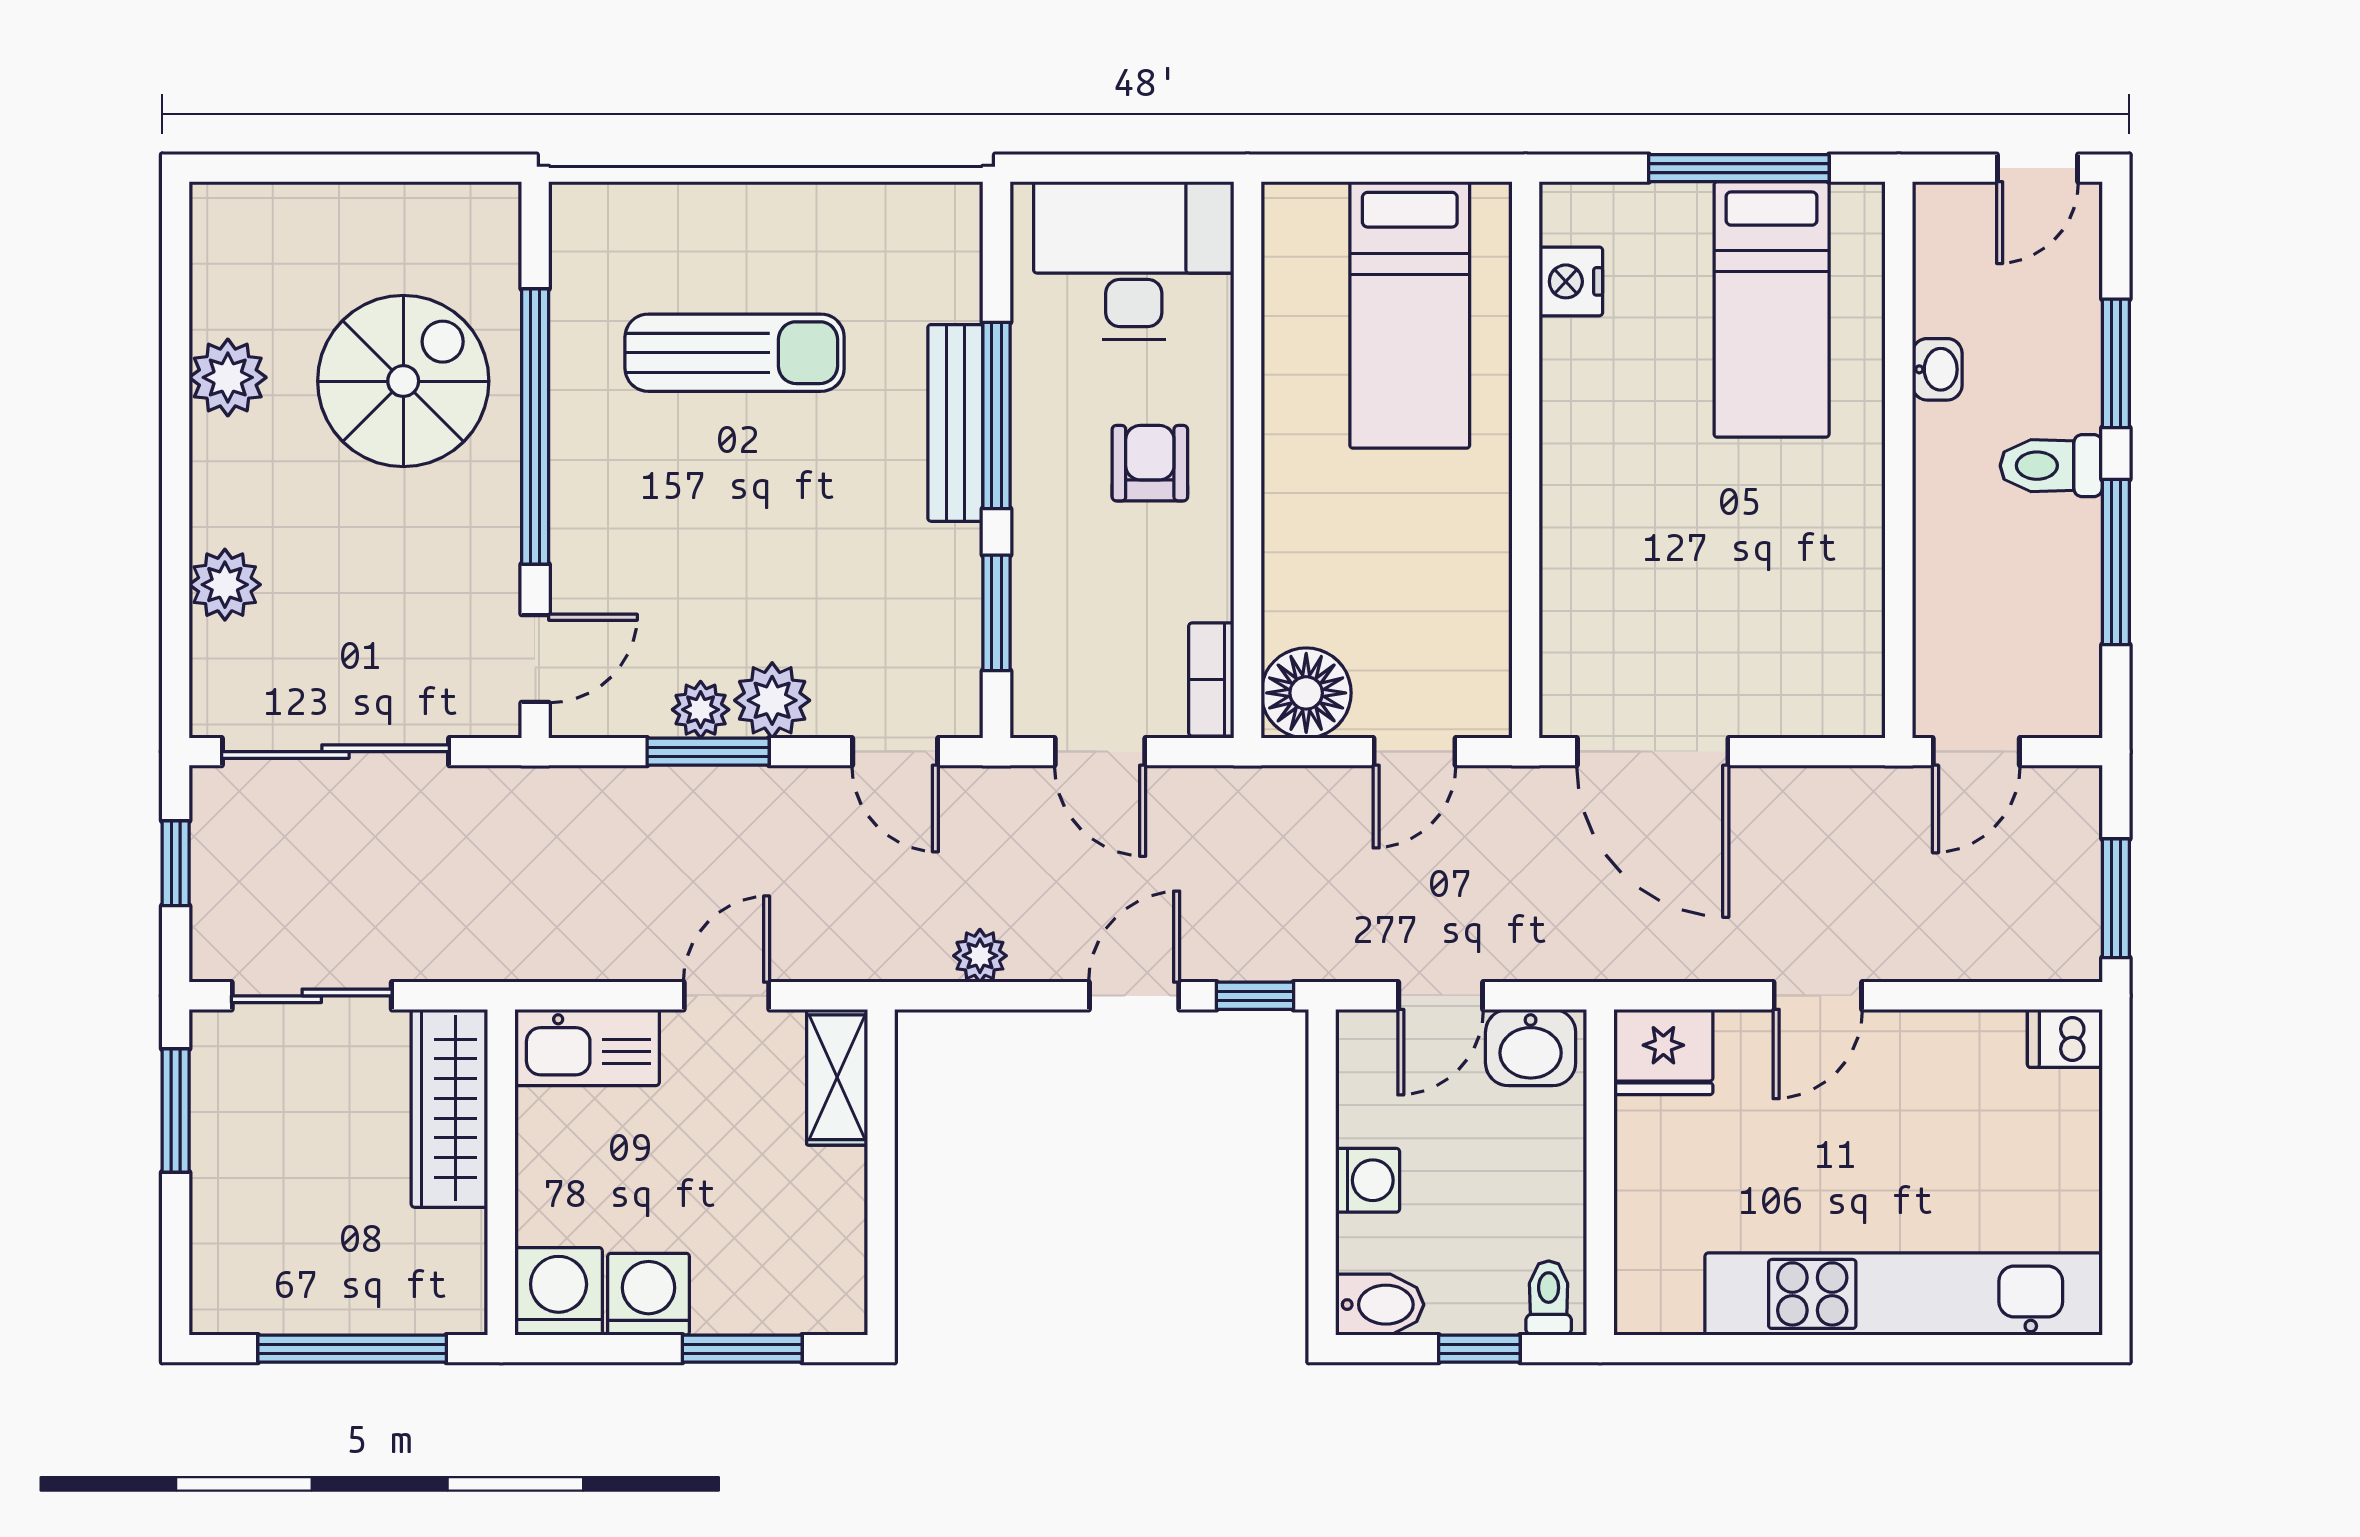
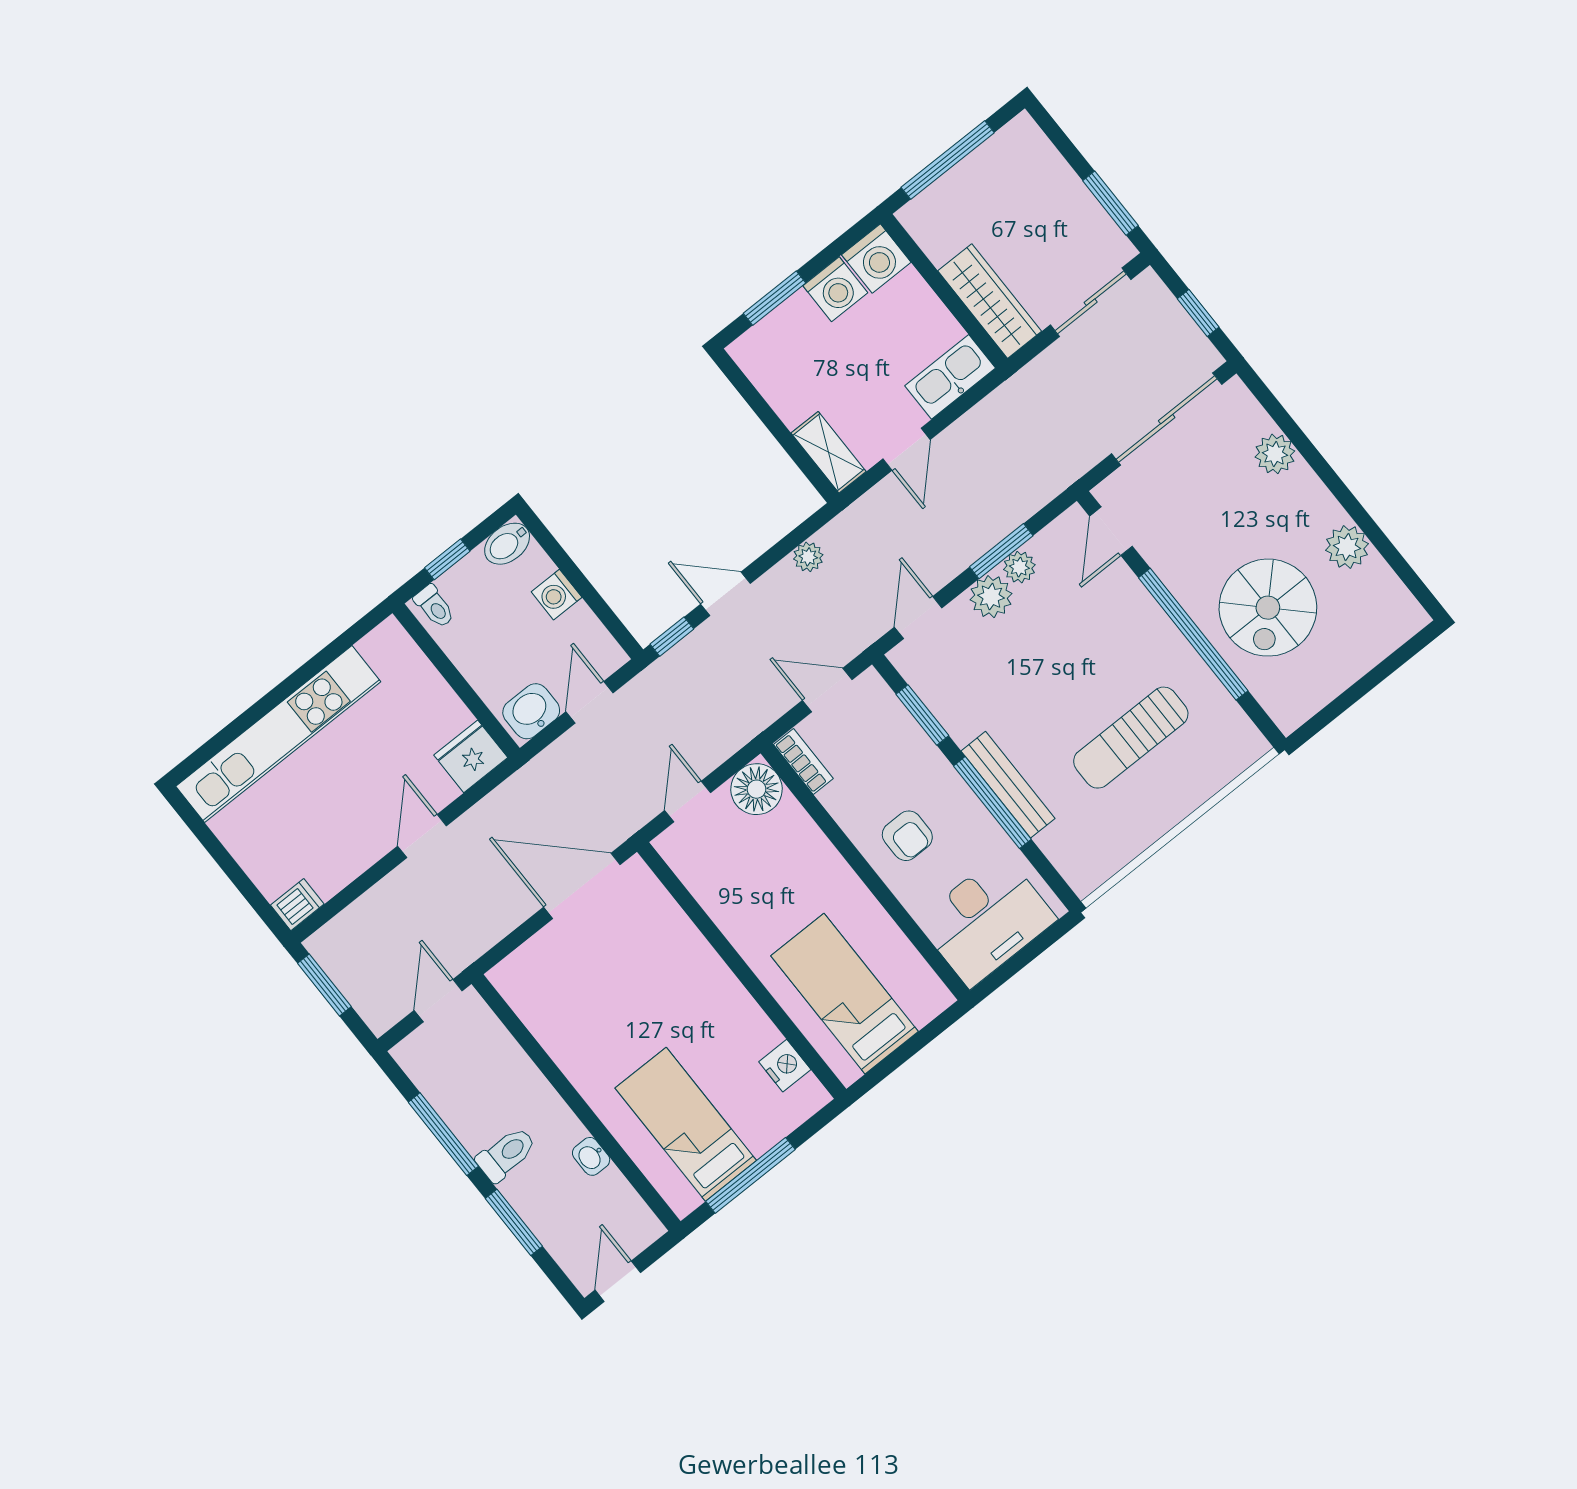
door: (895, 752) -> (918, 617), hinge flipped
door: (1134, 996) -> (726, 594), swing flipped

